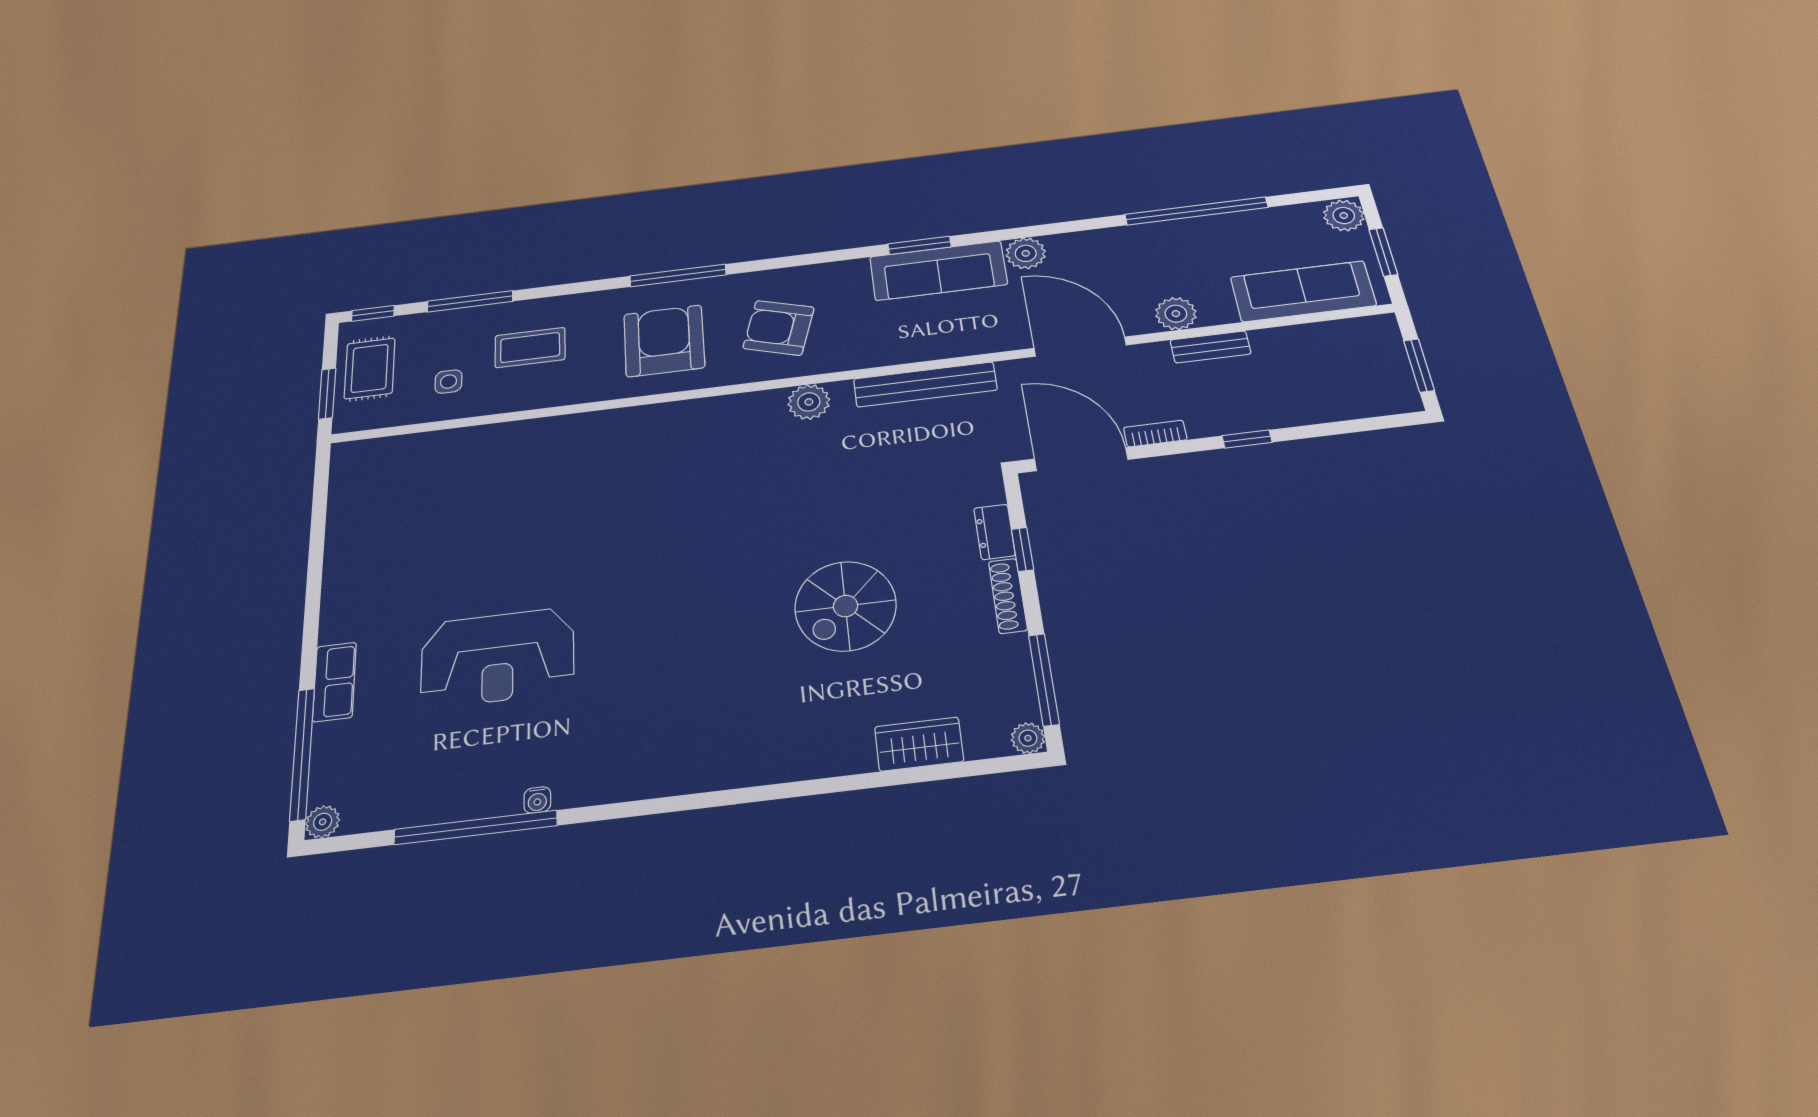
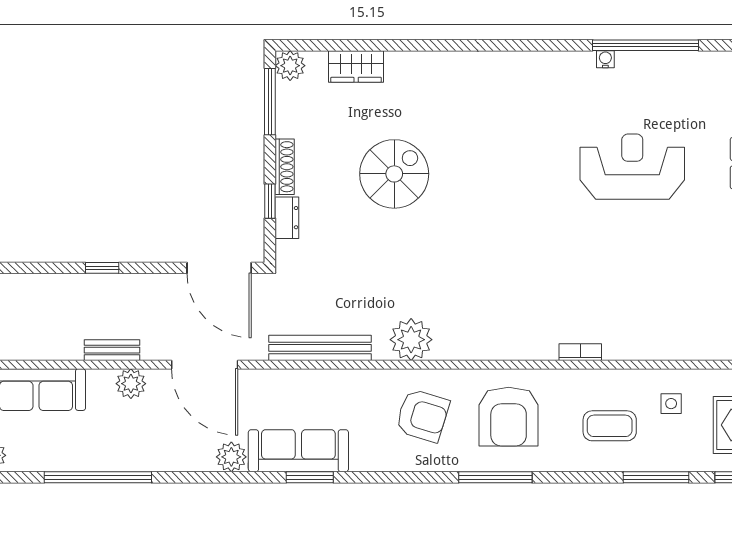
plant: (809, 402) -> (411, 340), width x1.36, depth x1.36
bookcase: (1155, 434) -> (580, 352), moved, turned 180
plant: (1028, 738) -> (290, 66), width x1.38, depth x1.38

